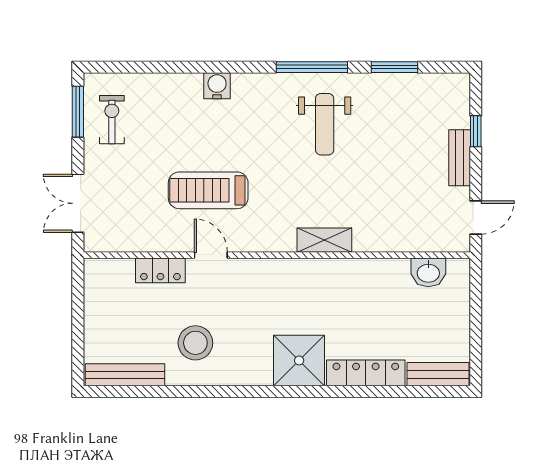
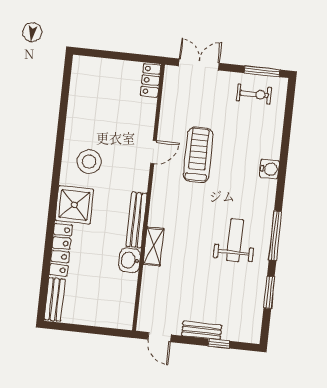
weight bench: (325, 124) -> (235, 240), turned 90
shelving: (324, 240) -> (154, 246), moved
locker: (160, 270) -> (151, 80), moved
washbasin: (428, 272) -> (130, 260), moved
stool: (195, 343) -> (89, 161), moved
bench: (125, 375) -> (136, 220), moved

